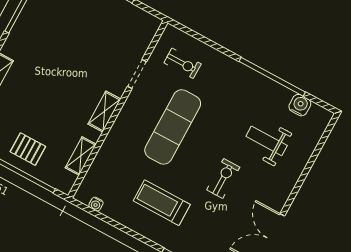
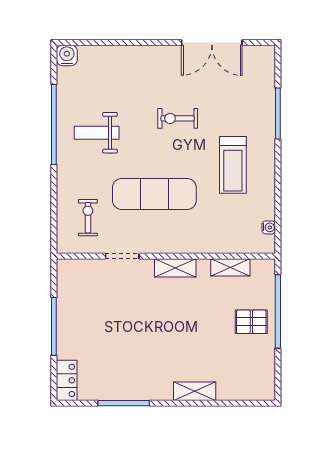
water cooler: (300, 105) -> (67, 55), moved, turned 90
weight bench: (267, 141) -> (97, 133), moved, turned 90
pallet: (28, 149) -> (251, 322), turned 90

